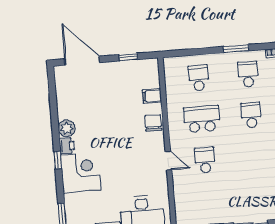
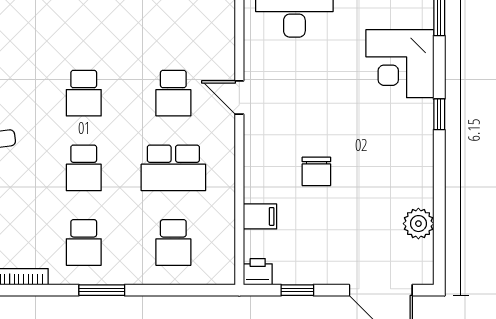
chair: (153, 123) -> (316, 171), moved
plant: (67, 128) -> (418, 224), moved
printer: (67, 146) -> (258, 272), moved, turned 90
school desk: (254, 156) -> (84, 93), added
corner desk: (81, 173) -> (400, 64), moved

